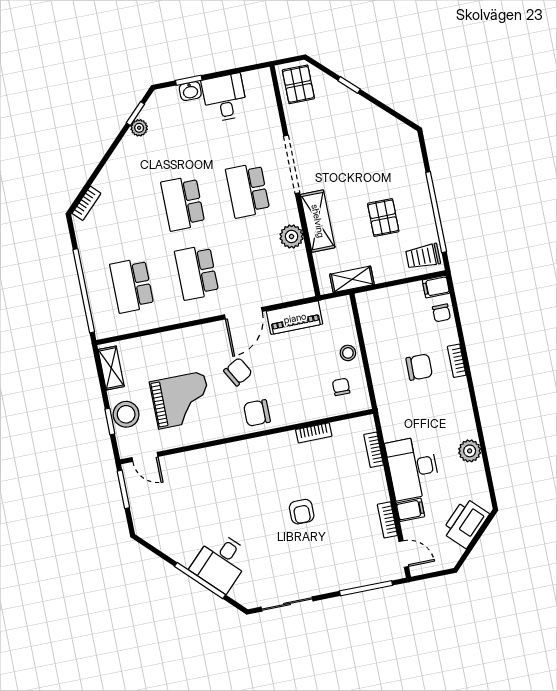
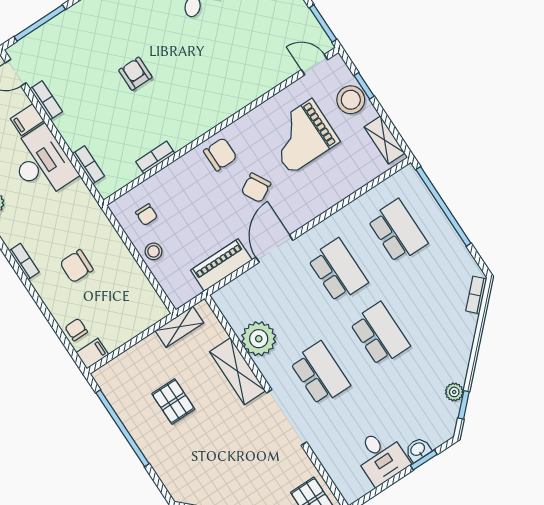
plant: (292, 236) -> (259, 339), width x1.36, depth x1.36
trolley: (423, 256) -> (118, 379), removed
bookcase: (457, 361) -> (24, 261), moved

